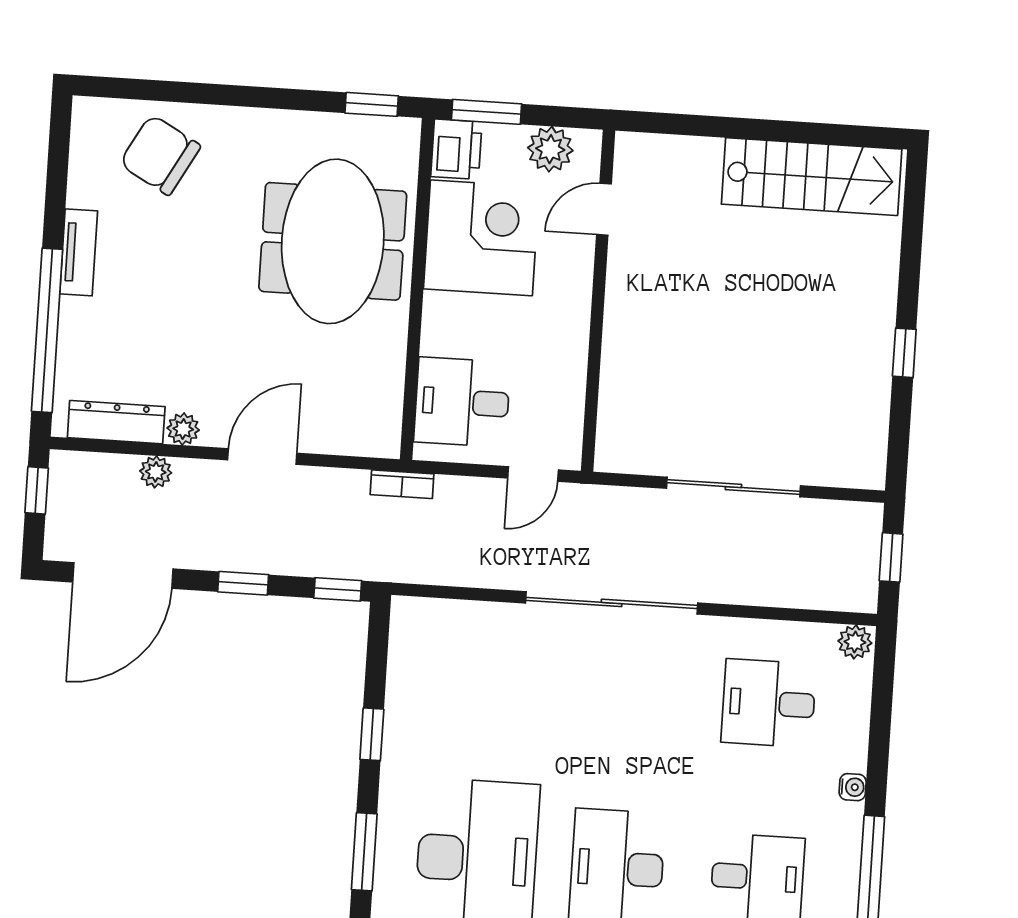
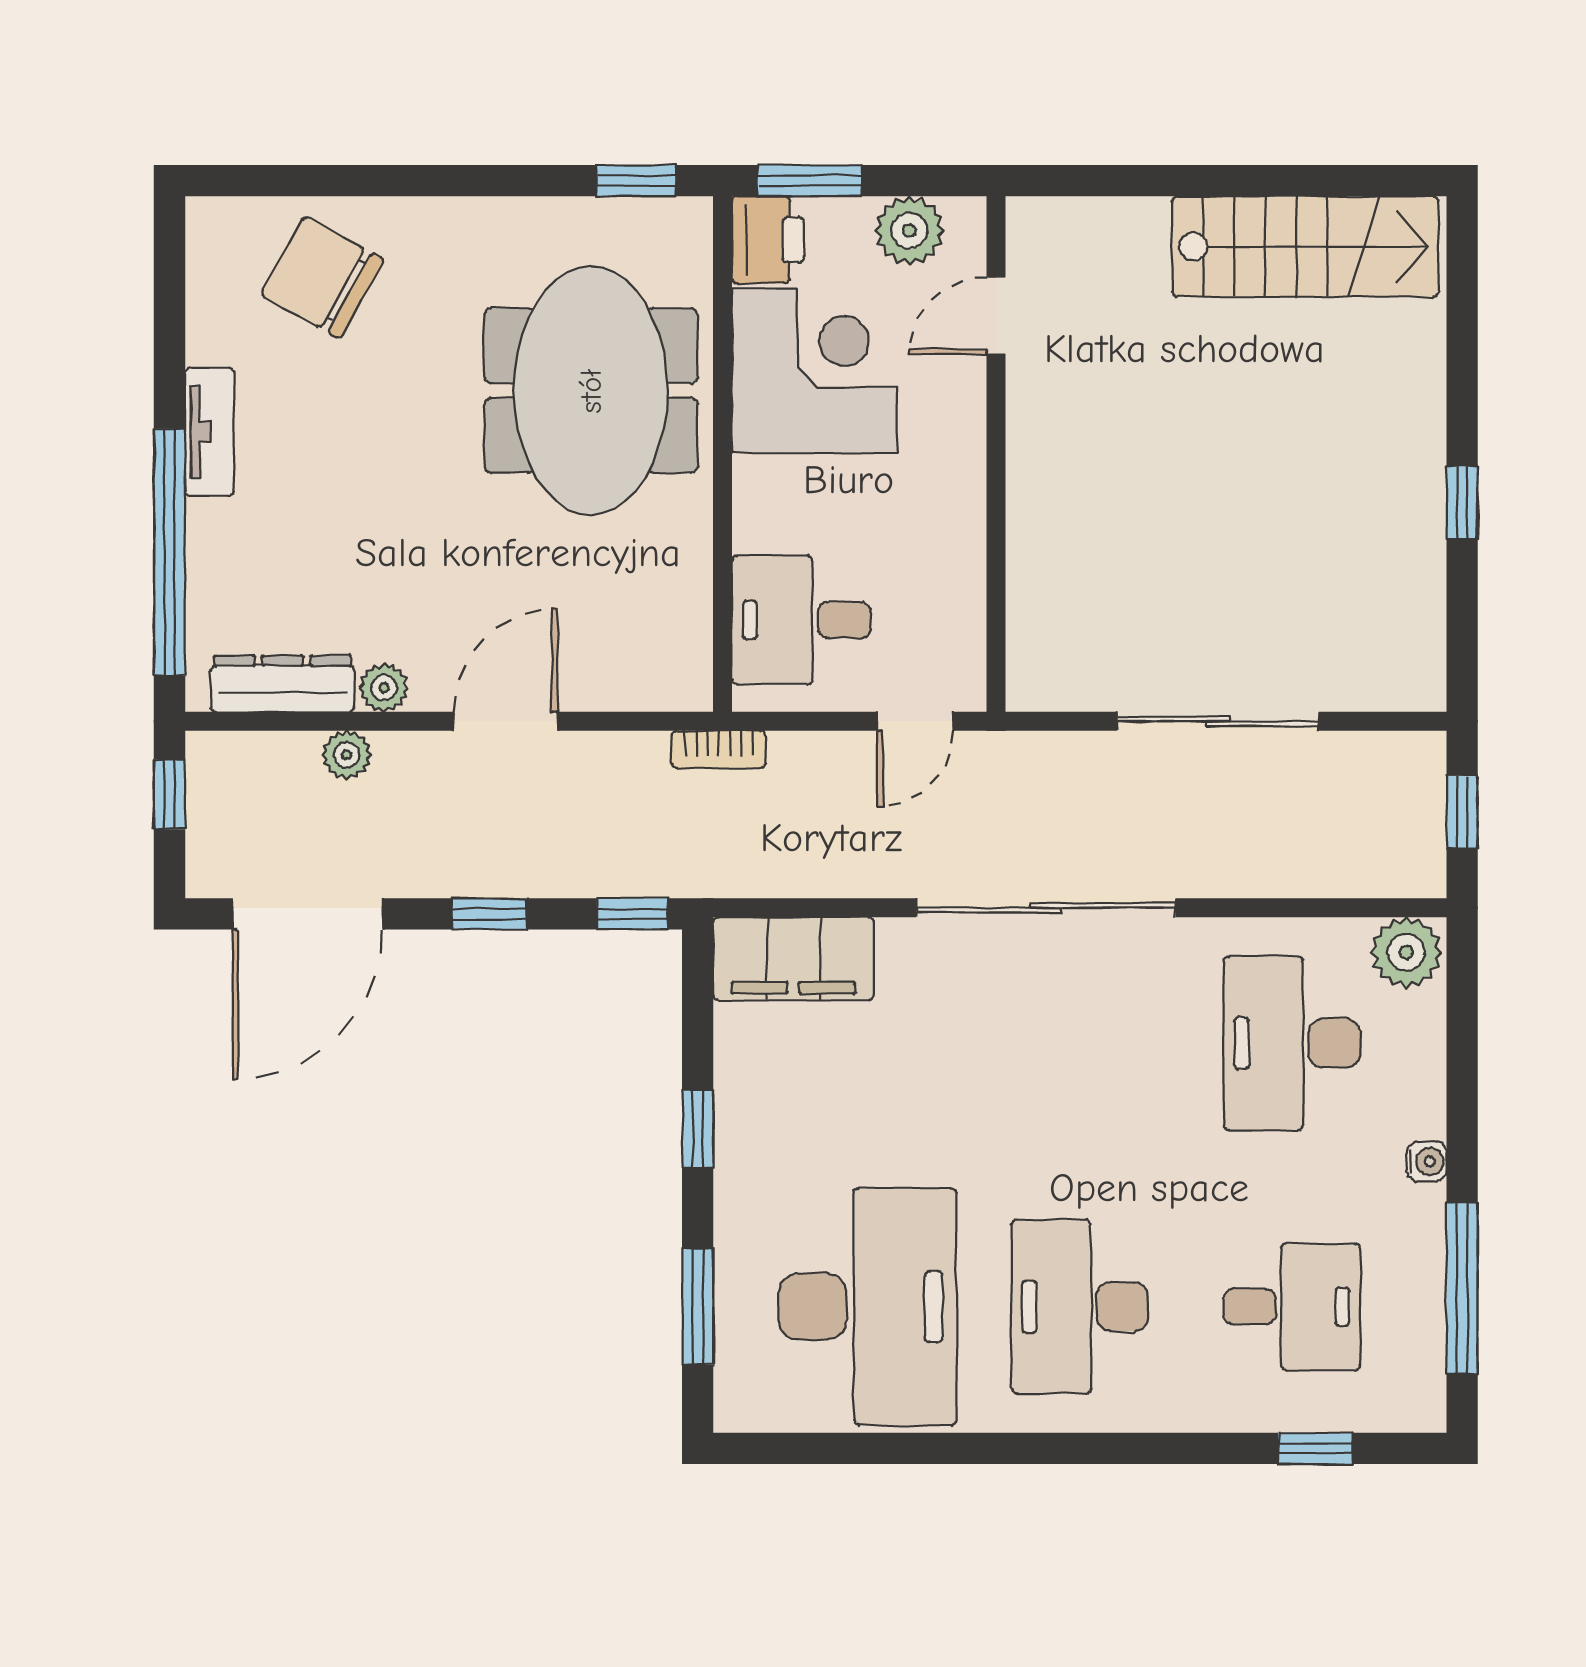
filing cabinet: (442, 626) -> (794, 959), added
plant: (855, 642) -> (1406, 952), width x1.38, depth x1.38
desk: (769, 703) -> (1292, 1043), width x1.37

